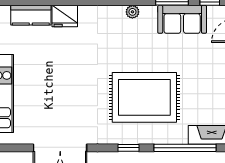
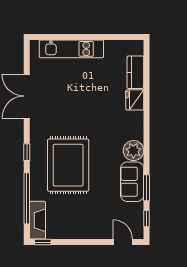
plant: (132, 12) -> (133, 151), width x1.88, depth x1.88
sofa: (182, 19) -> (132, 182), moved

